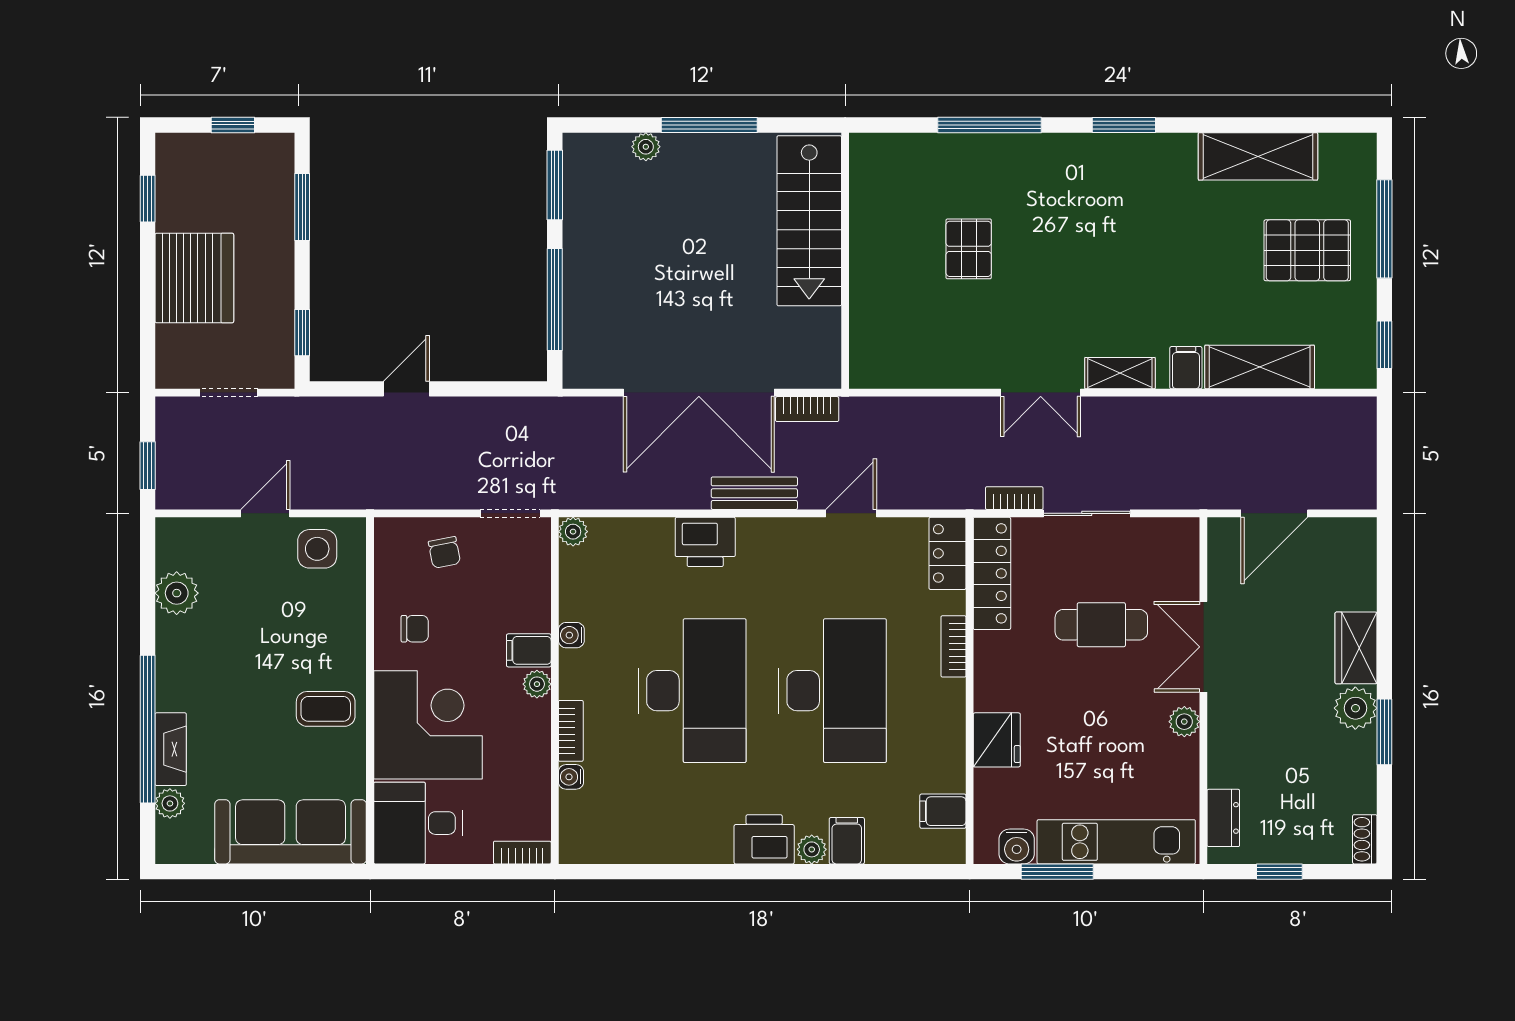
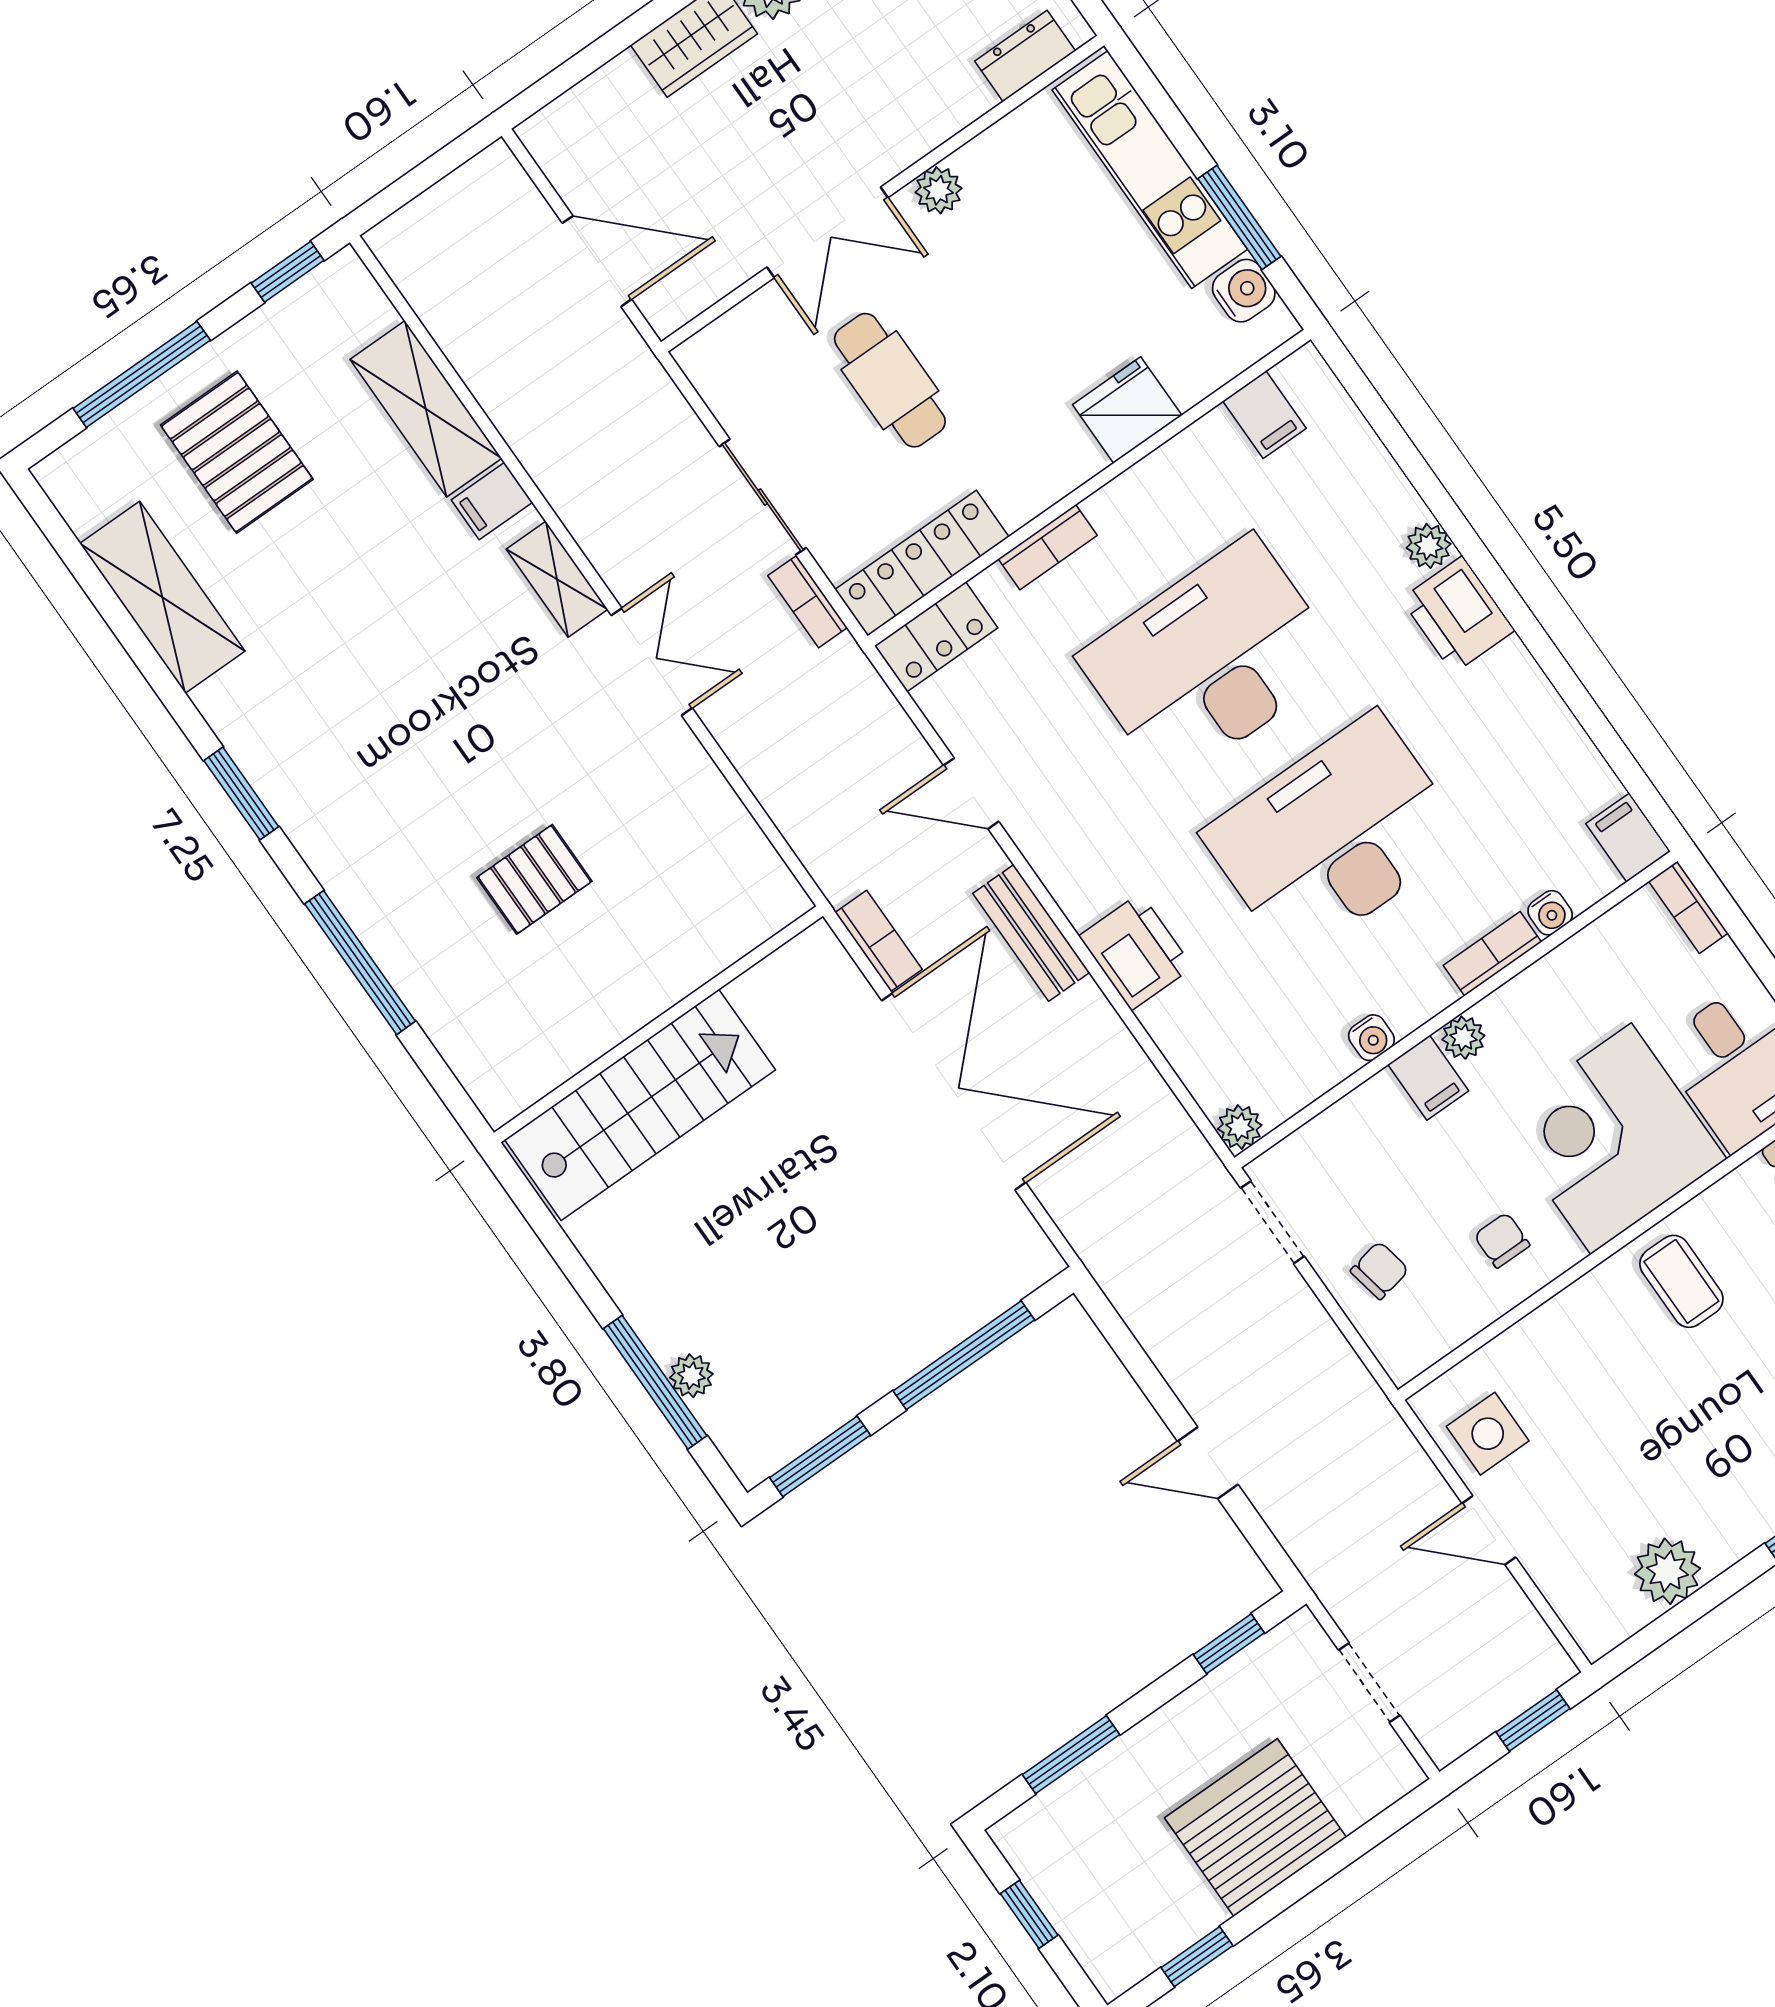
window: (709, 125) -> (655, 1382), moved
filing cabinet: (847, 841) -> (1628, 838), moved, turned 90

